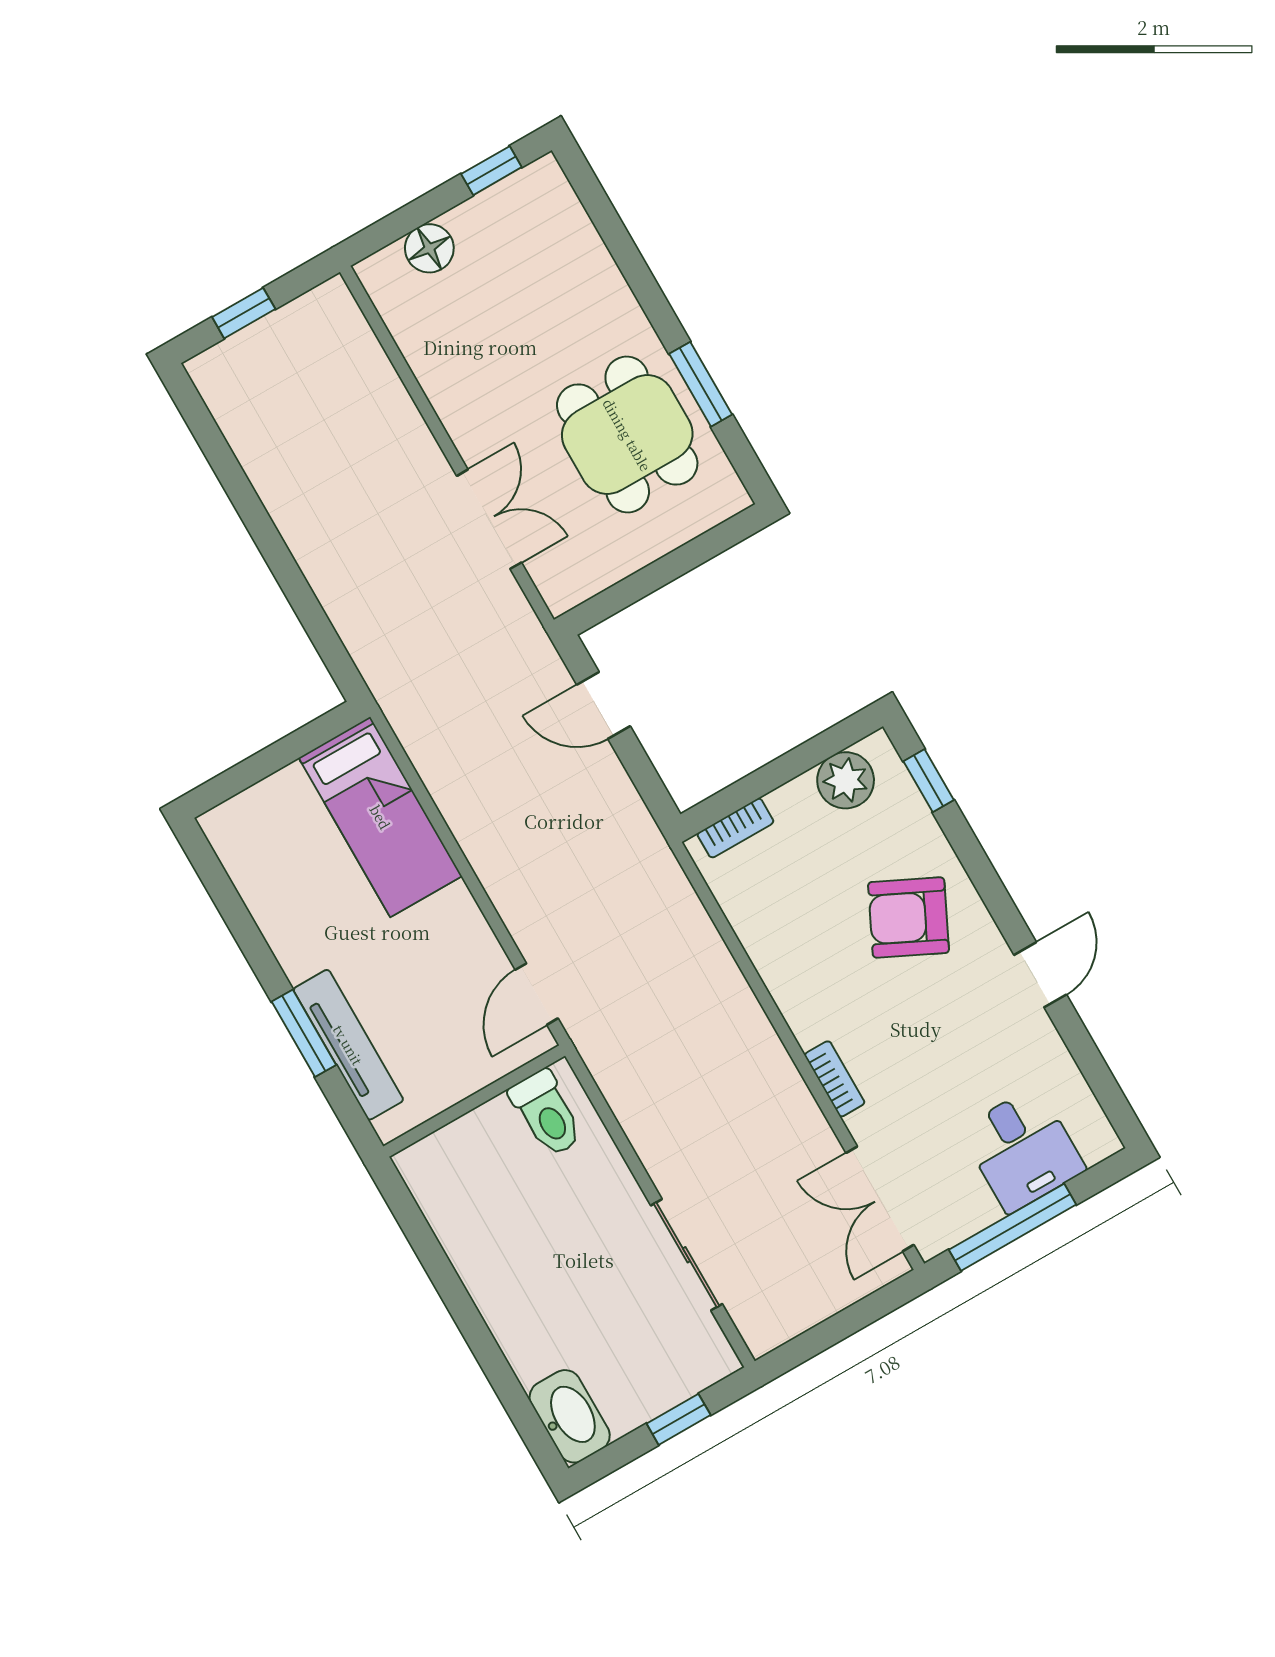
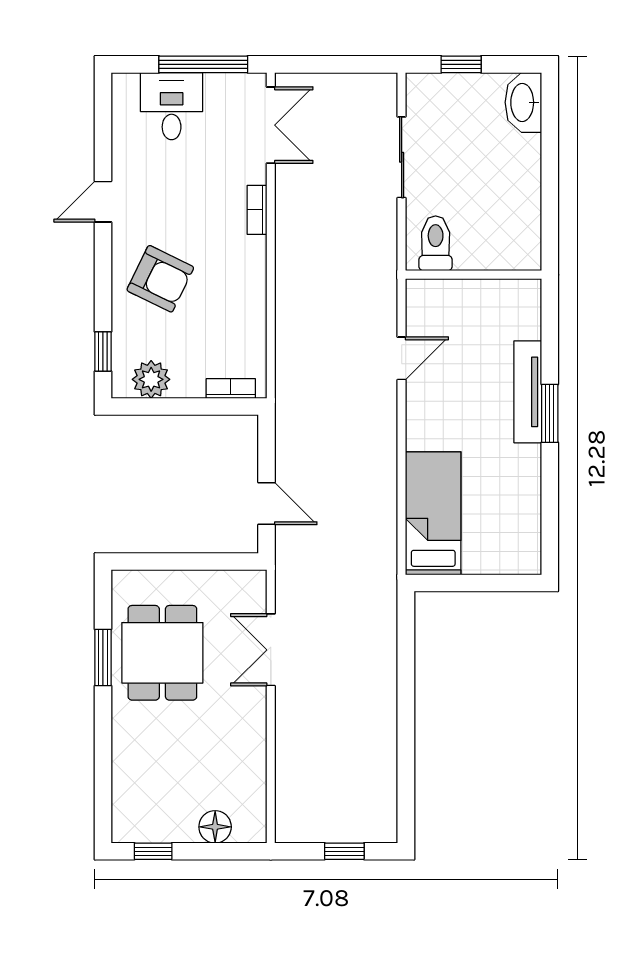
wall: (474, 1101) -> (474, 275), moved
toilet: (547, 1113) -> (436, 243), moved

